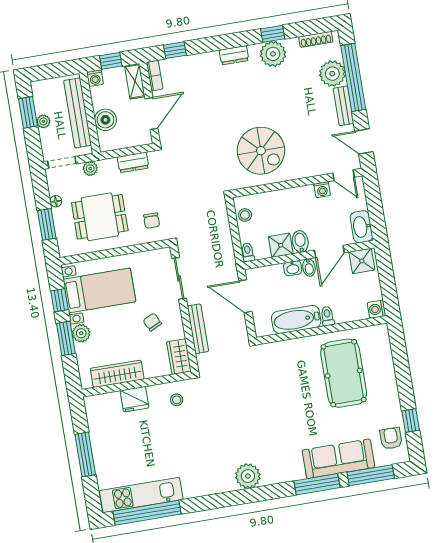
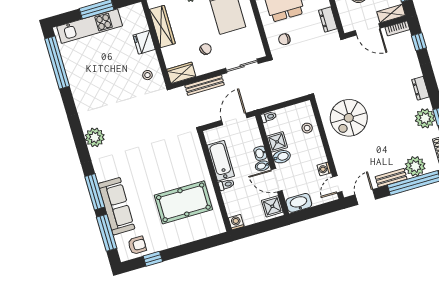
stool: (245, 215) -> (307, 128), moved
kitchen unit: (141, 495) -> (90, 26), moved, turned 90

